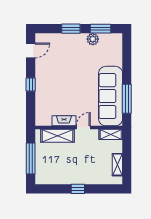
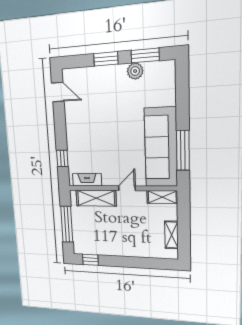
door: (31, 50) -> (58, 92), hinge flipped
window: (31, 84) -> (62, 158), moved
fireplace: (64, 121) -> (87, 180), moved
window: (78, 189) -> (90, 260), moved

